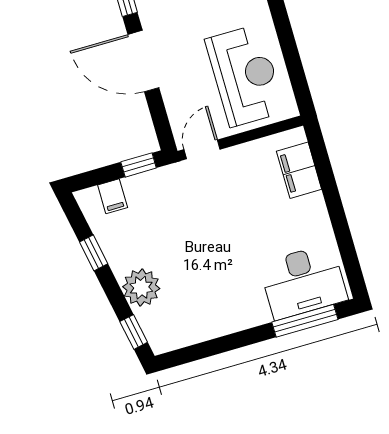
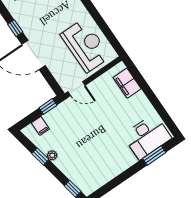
door: (202, 149) -> (76, 89), swing flipped
plant: (141, 288) -> (52, 155), moved, width x0.53, depth x0.53
window: (305, 321) -> (154, 156), width x0.69

